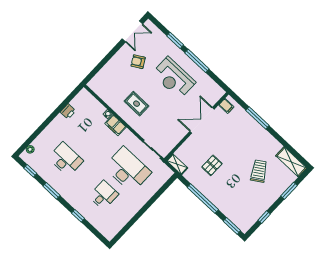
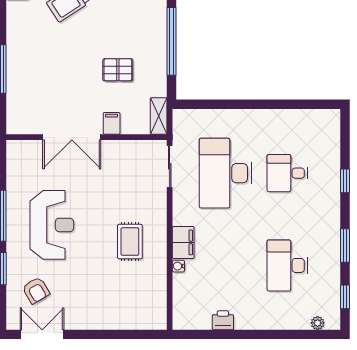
armchair: (138, 62) -> (36, 290), moved
filing cabinet: (226, 106) -> (112, 123), moved

